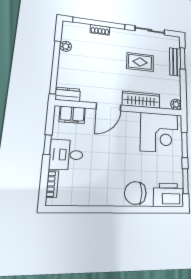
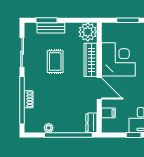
plant: (176, 104) -> (88, 32), width x1.87, depth x1.87
filing cabinet: (72, 115) -> (108, 113), width x0.50
corner desk: (159, 132) -> (118, 59), moved

